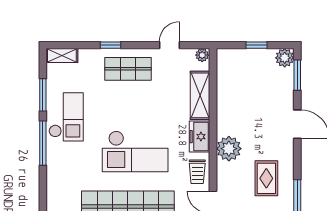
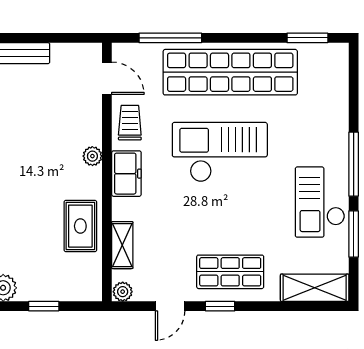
window: (111, 45) -> (220, 306), moved
shelving: (62, 56) -> (315, 288), width x1.50, depth x1.33
shelving: (200, 95) -> (122, 245), width x0.67, depth x0.75
plant: (229, 149) -> (92, 156), width x0.53, depth x0.53
rug: (266, 178) -> (80, 226), moved

